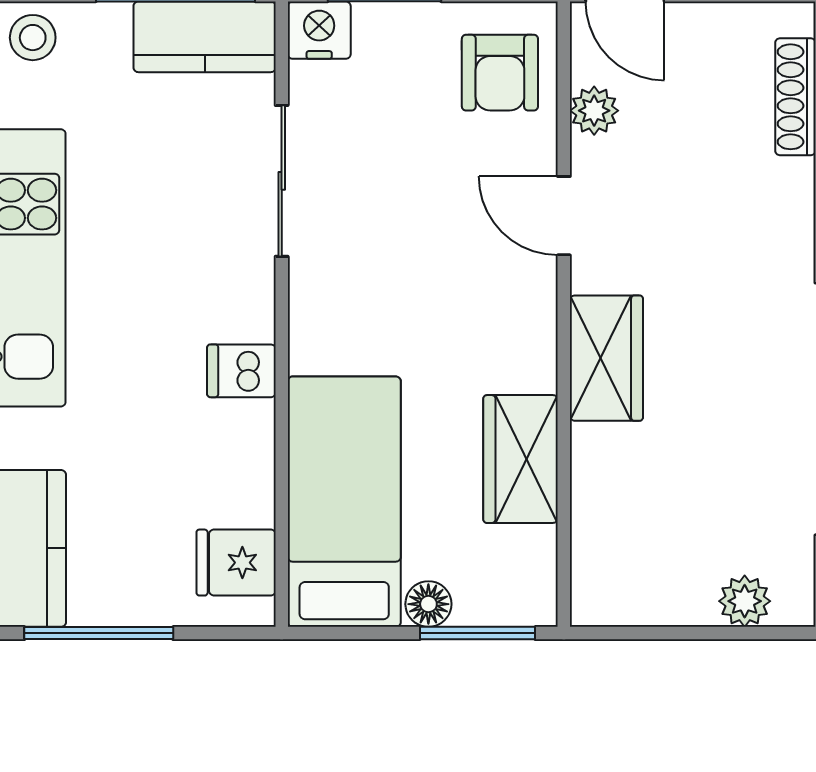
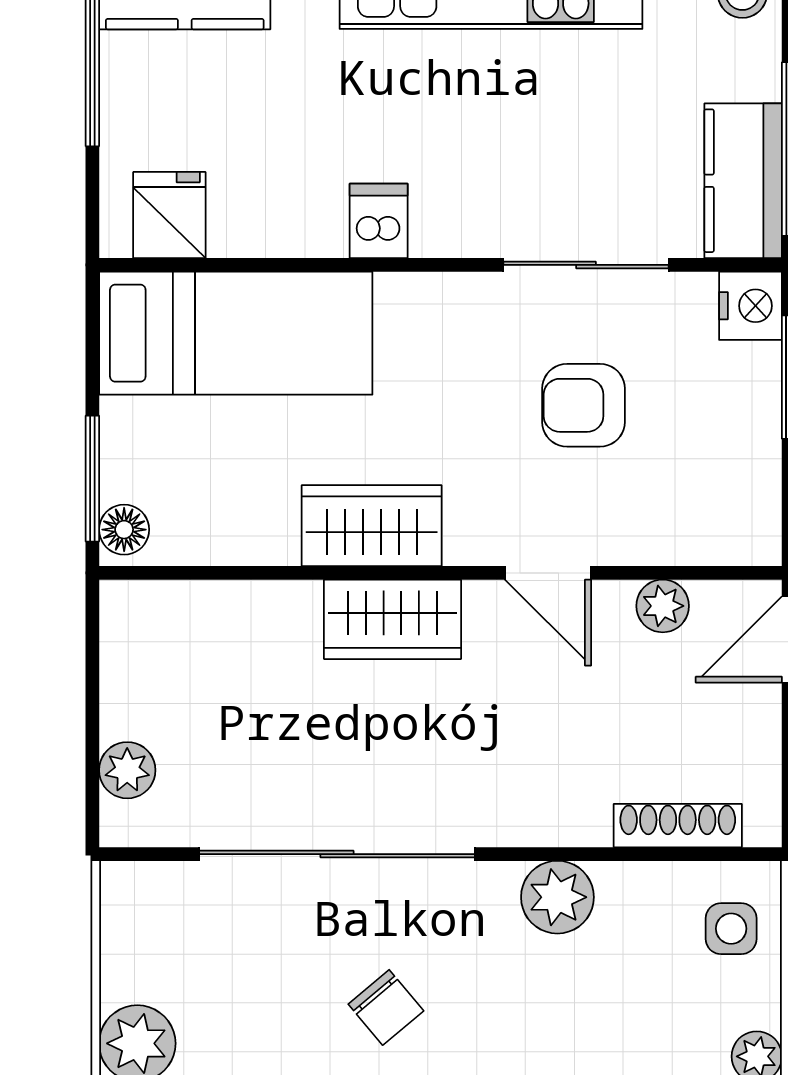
armchair: (500, 73) -> (583, 405), moved
door: (564, 216) -> (548, 573), swing flipped
wardrobe: (521, 459) -> (372, 526), moved
floor lamp: (428, 604) -> (124, 530), moved

